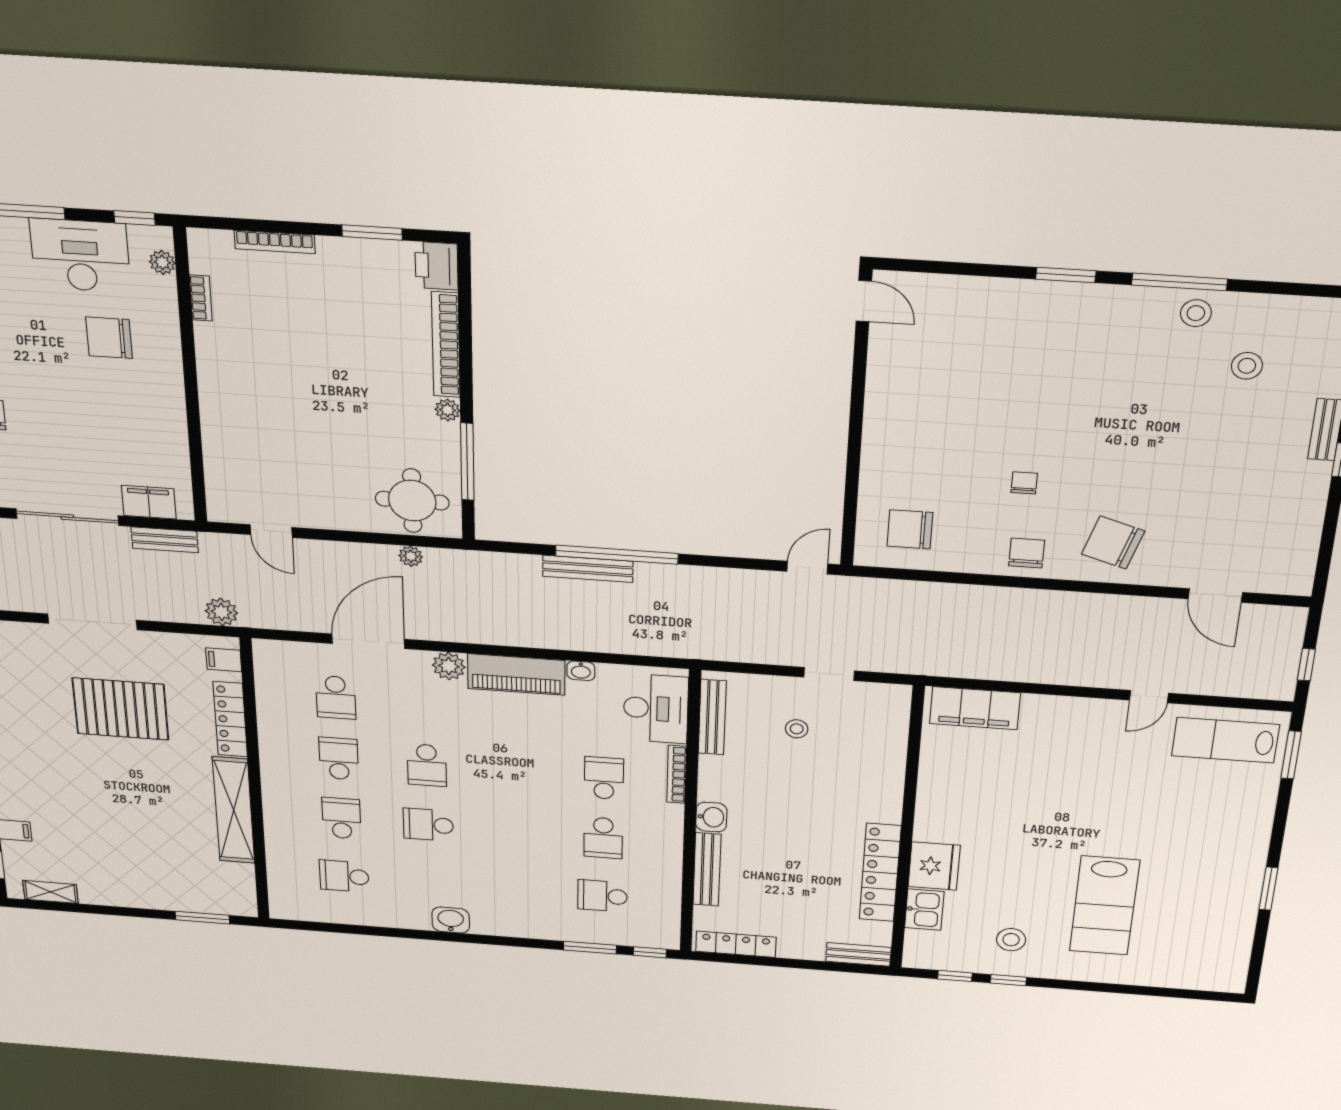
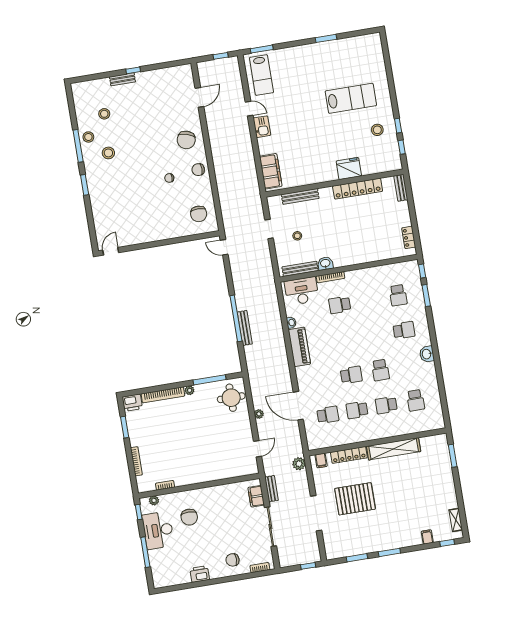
stool: (1136, 353) -> (108, 153), added
plant: (411, 556) -> (259, 414), moved
plant: (449, 666) -> (302, 373), removed
pallet: (121, 709) -> (355, 499), turned 90
washbasin: (711, 817) -> (325, 263), moved
school desk: (603, 838) -> (404, 330), moved
bench: (707, 869) -> (300, 196), moved
kitchen sink: (924, 910) -> (262, 127), moved, turned 90
locker: (736, 944) -> (409, 237), width x0.66

